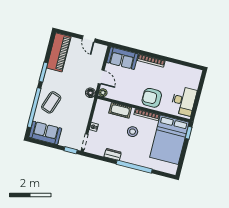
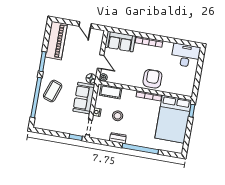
armchair: (152, 98) -> (152, 79), turned 90
desk: (184, 101) -> (186, 56), moved, turned -90
cot: (120, 110) -> (111, 92), moved
stool: (133, 132) -> (118, 116), moved
sofa: (45, 133) -> (84, 98), moved, turned -90

